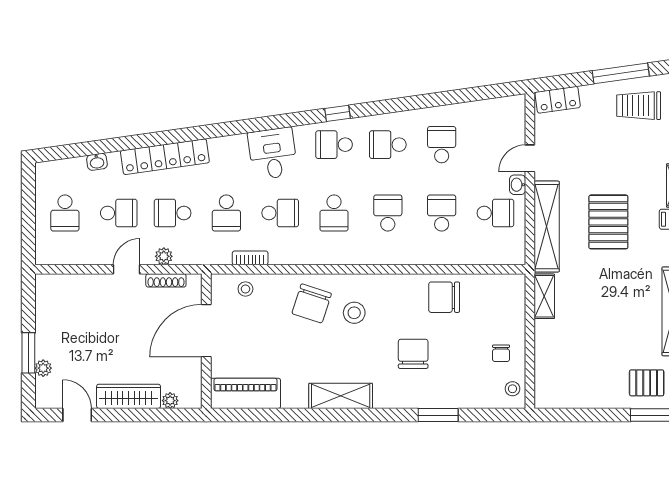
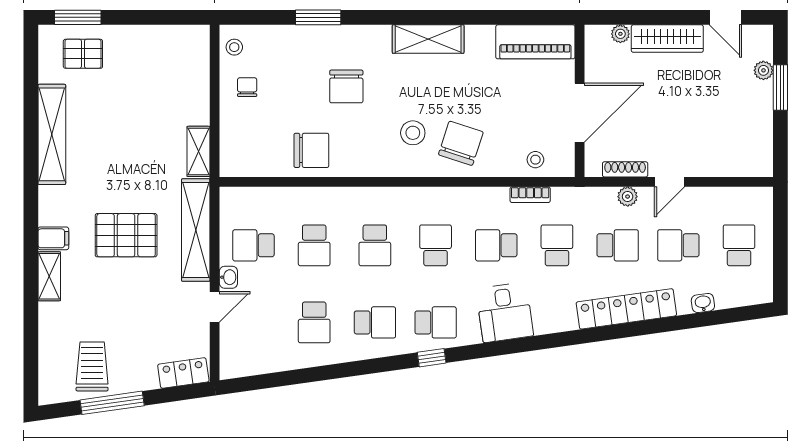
trolley: (639, 106) -> (92, 366), turned -90
pallet: (608, 222) -> (126, 235), turned 90

